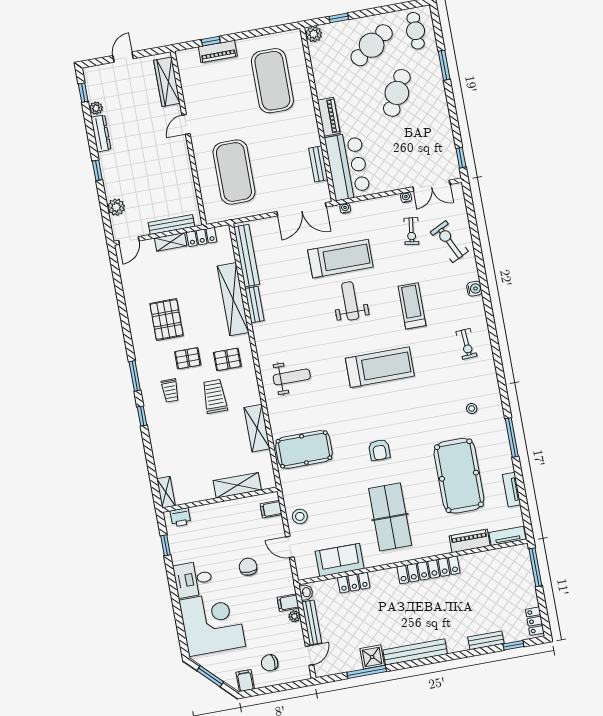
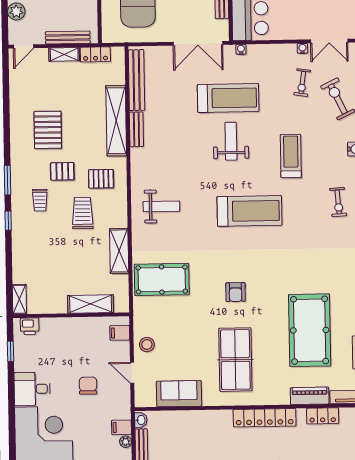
stool: (472, 408) -> (333, 266), removed
locker: (354, 583) -> (323, 416), moved

